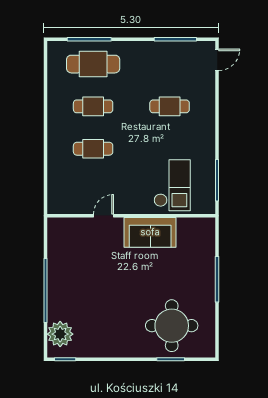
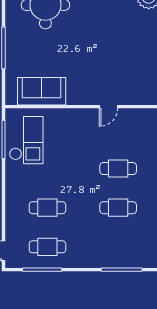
cafe table: (93, 64) -> (47, 247), moved, width x0.73, depth x0.74
checkout: (172, 185) -> (26, 140), moved, turned 180
sofa: (150, 232) -> (42, 91), moved

